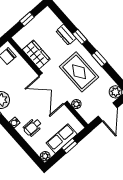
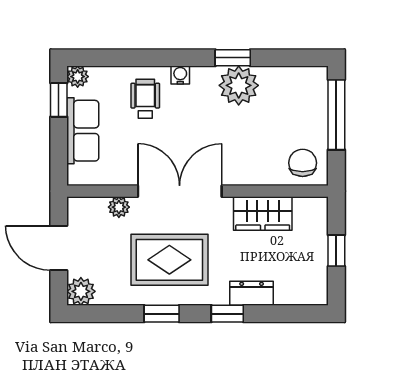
window: (70, 146) -> (59, 100), moved

